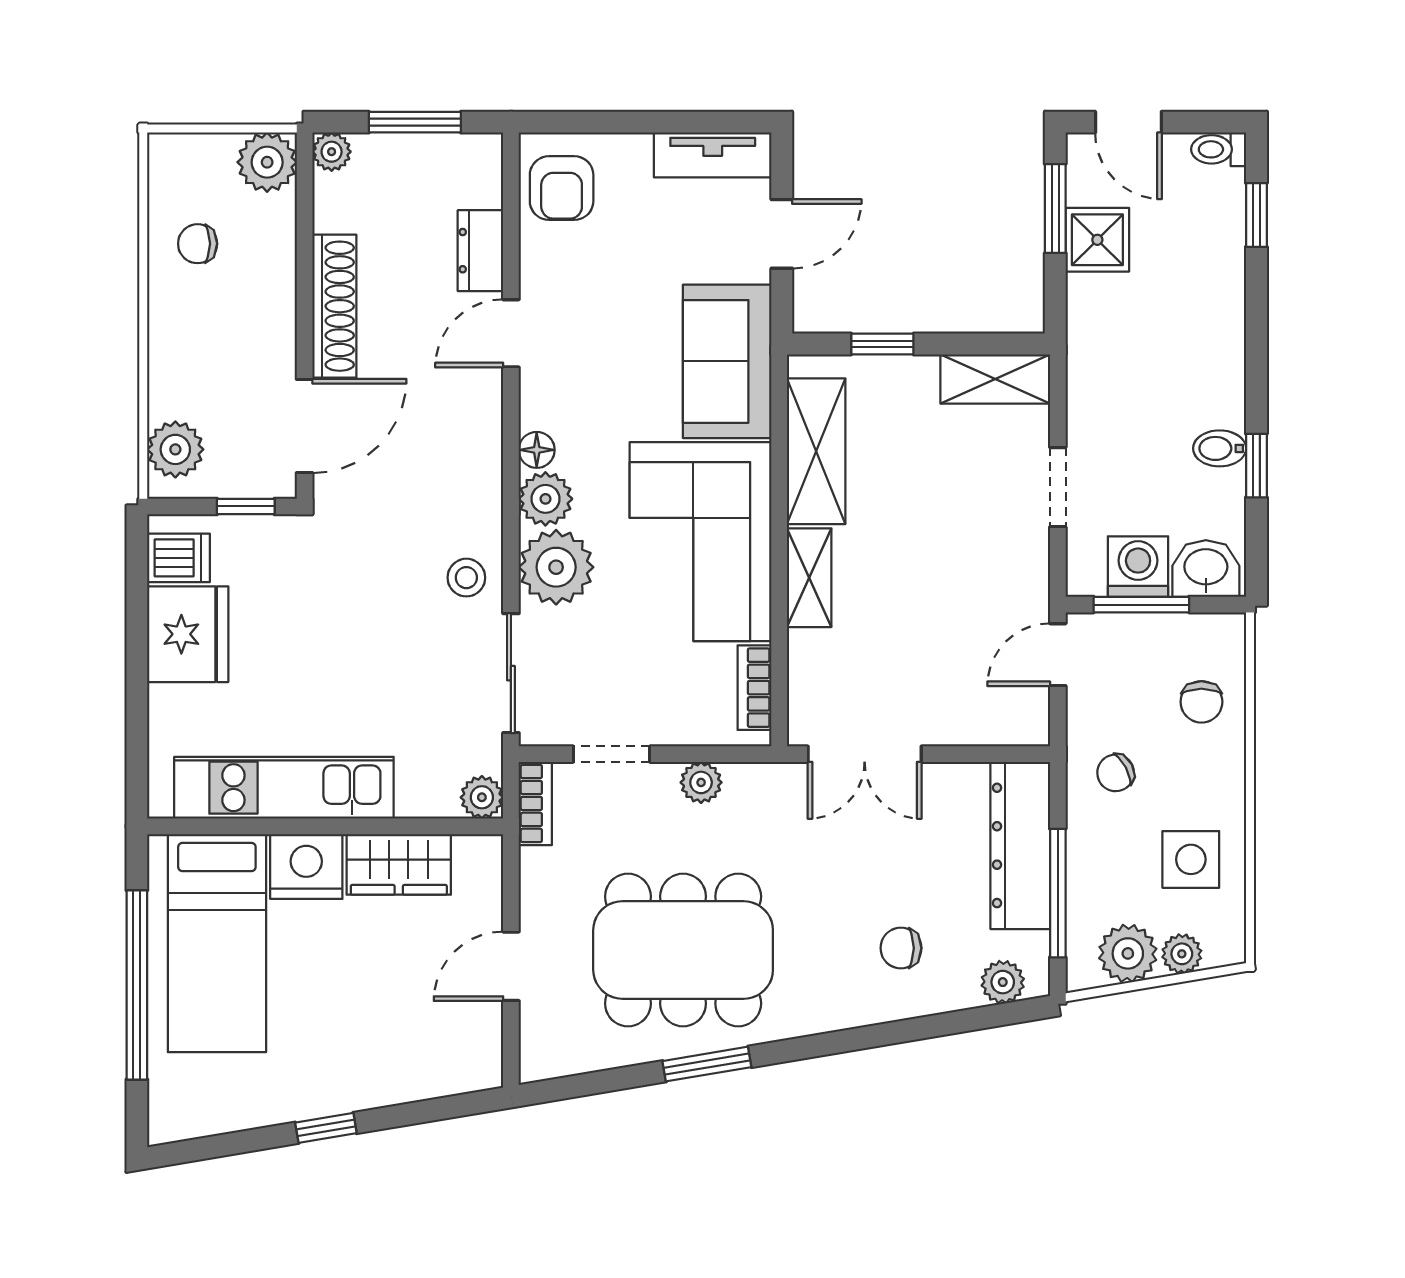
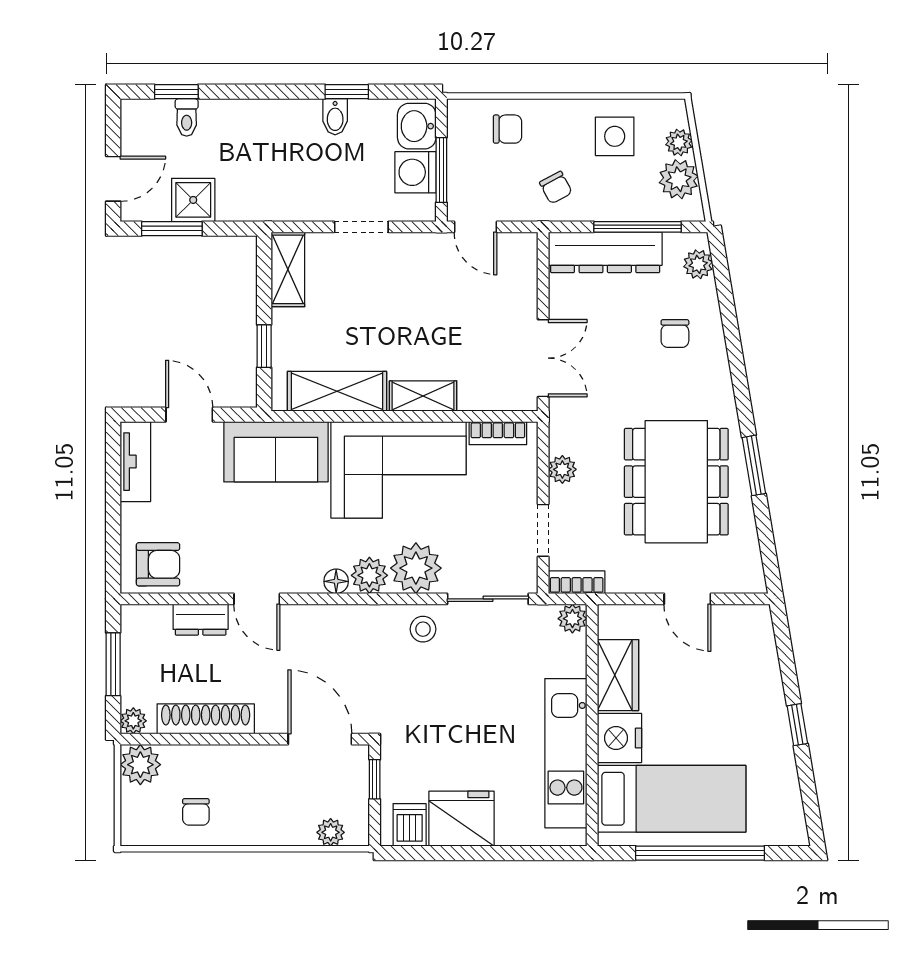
toilet: (1219, 149) -> (187, 117), moved
shoe rack: (334, 306) -> (206, 719), moved
plant: (175, 449) -> (331, 832), width x0.73, depth x0.73

